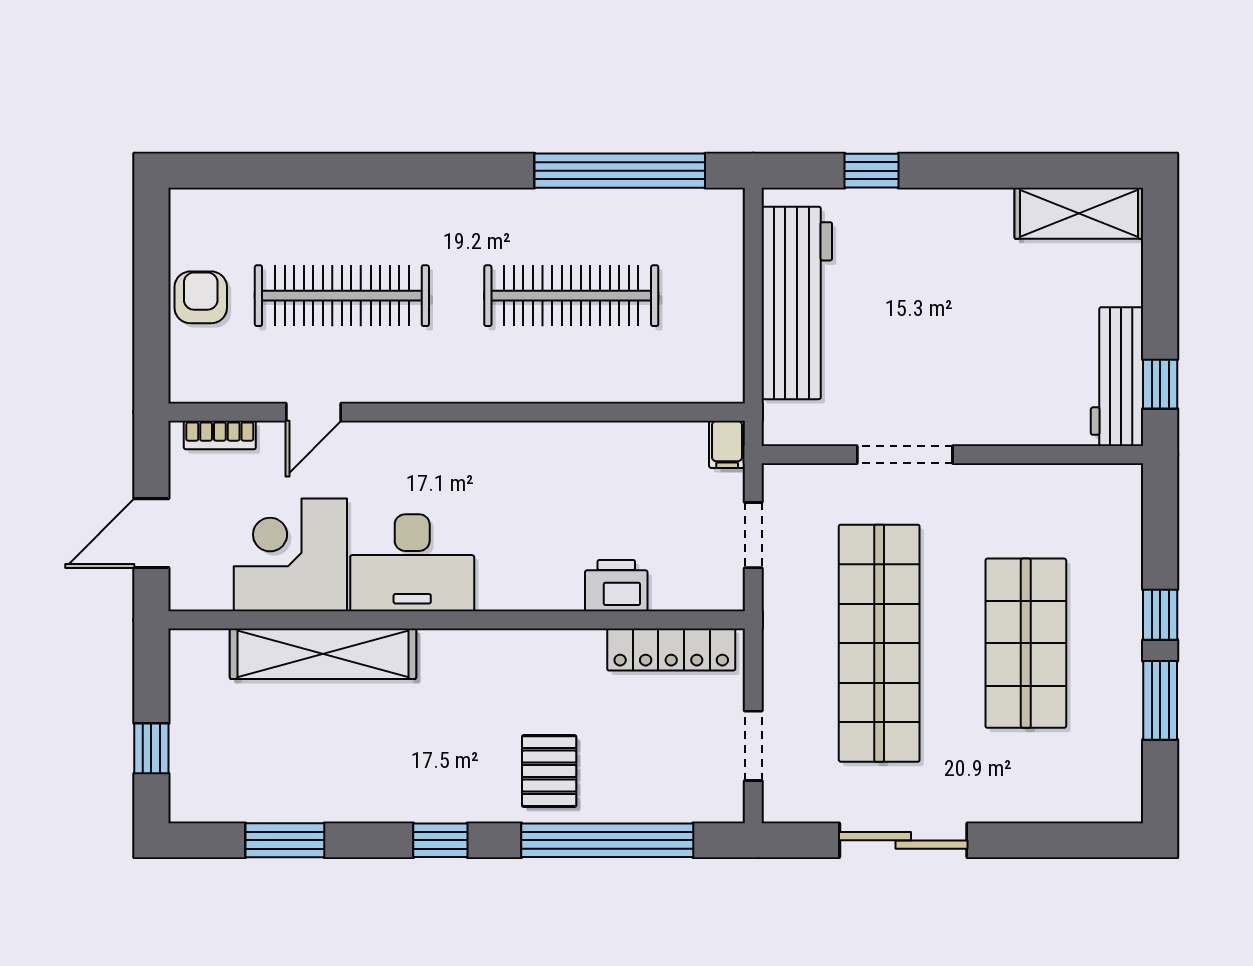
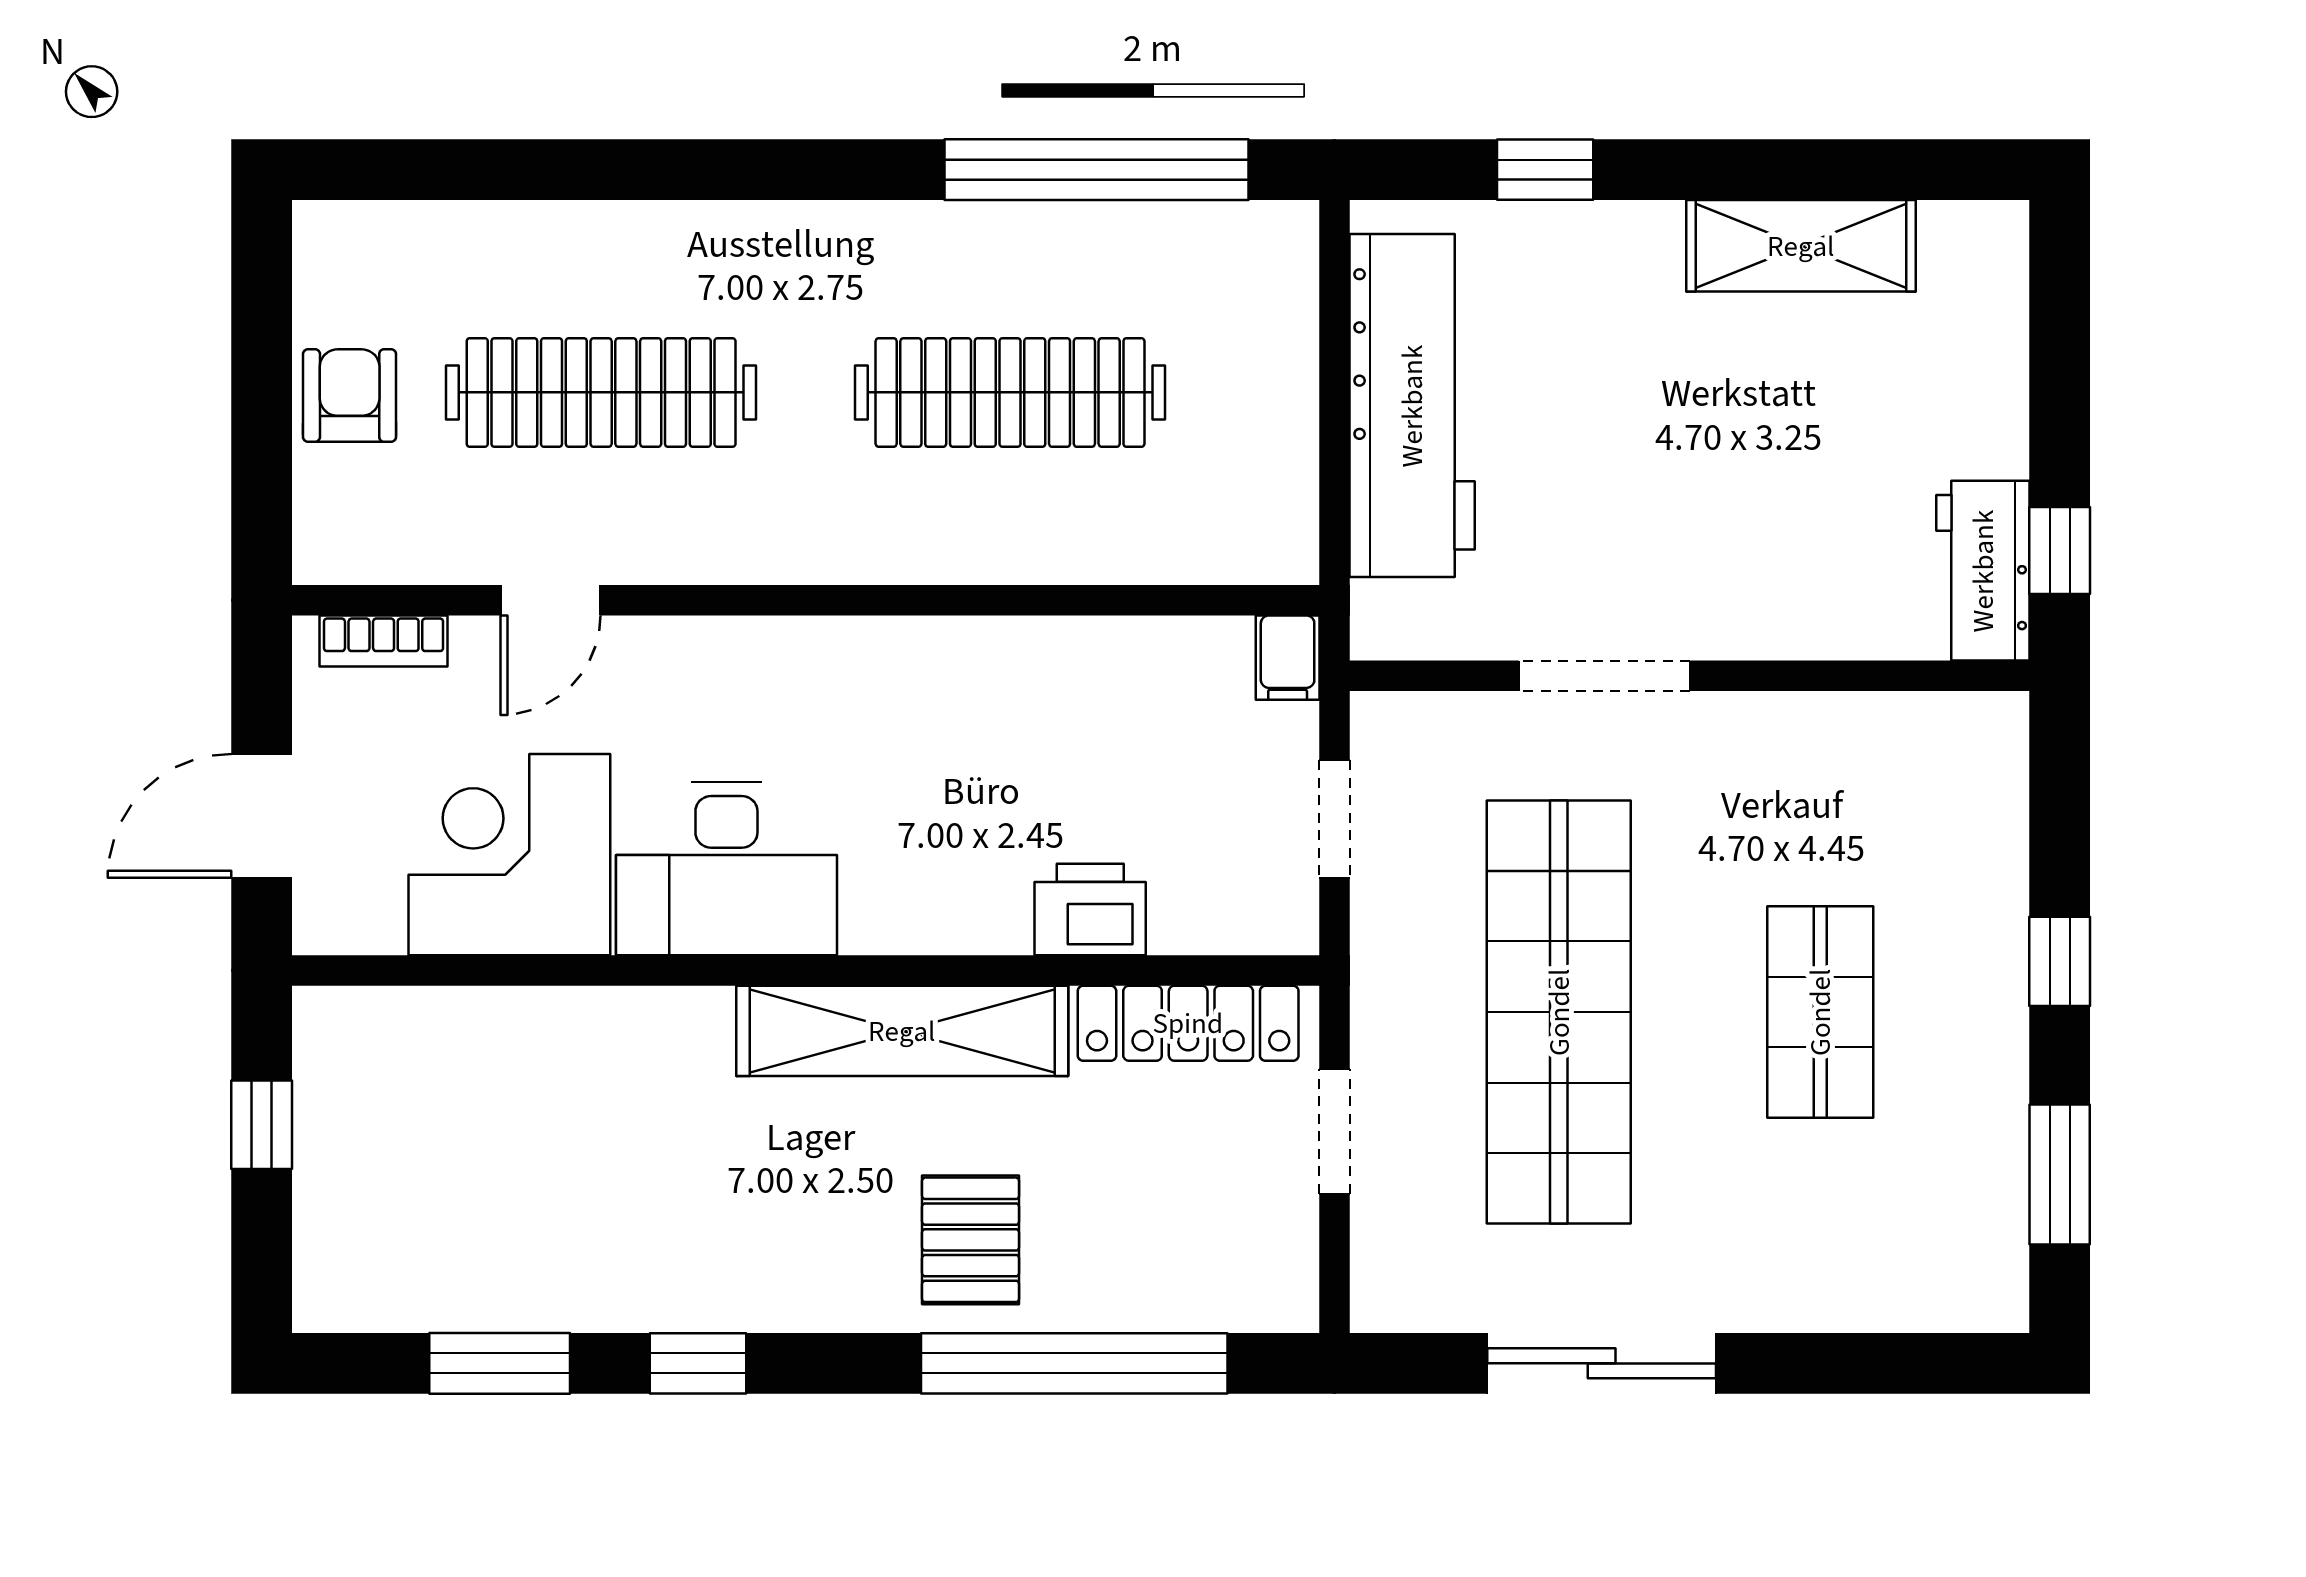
shelving: (1079, 213) -> (1801, 246), moved
workbench: (1117, 377) -> (1983, 571), width x0.73
shop shelf: (1026, 643) -> (1820, 1012), width x0.70, depth x0.74
shelving: (323, 654) -> (902, 1031), moved
window: (1160, 700) -> (2060, 1175), moved
doorway: (753, 746) -> (1334, 1131), moved
window: (151, 748) -> (262, 1125), moved
window: (440, 840) -> (698, 1363), moved

